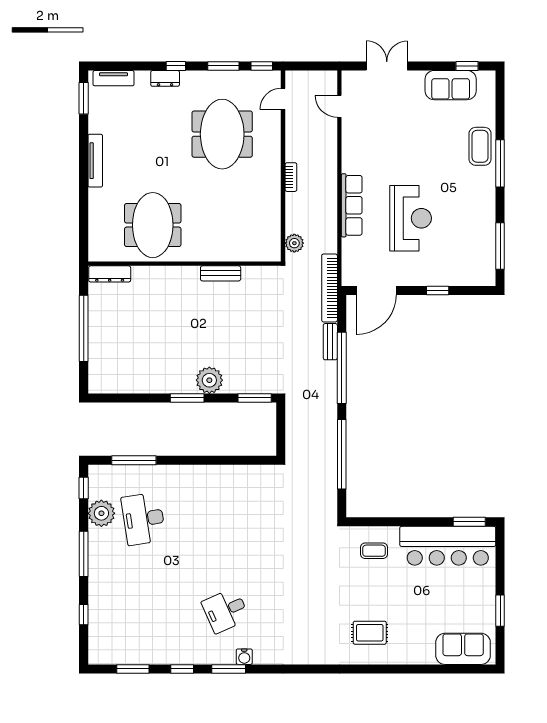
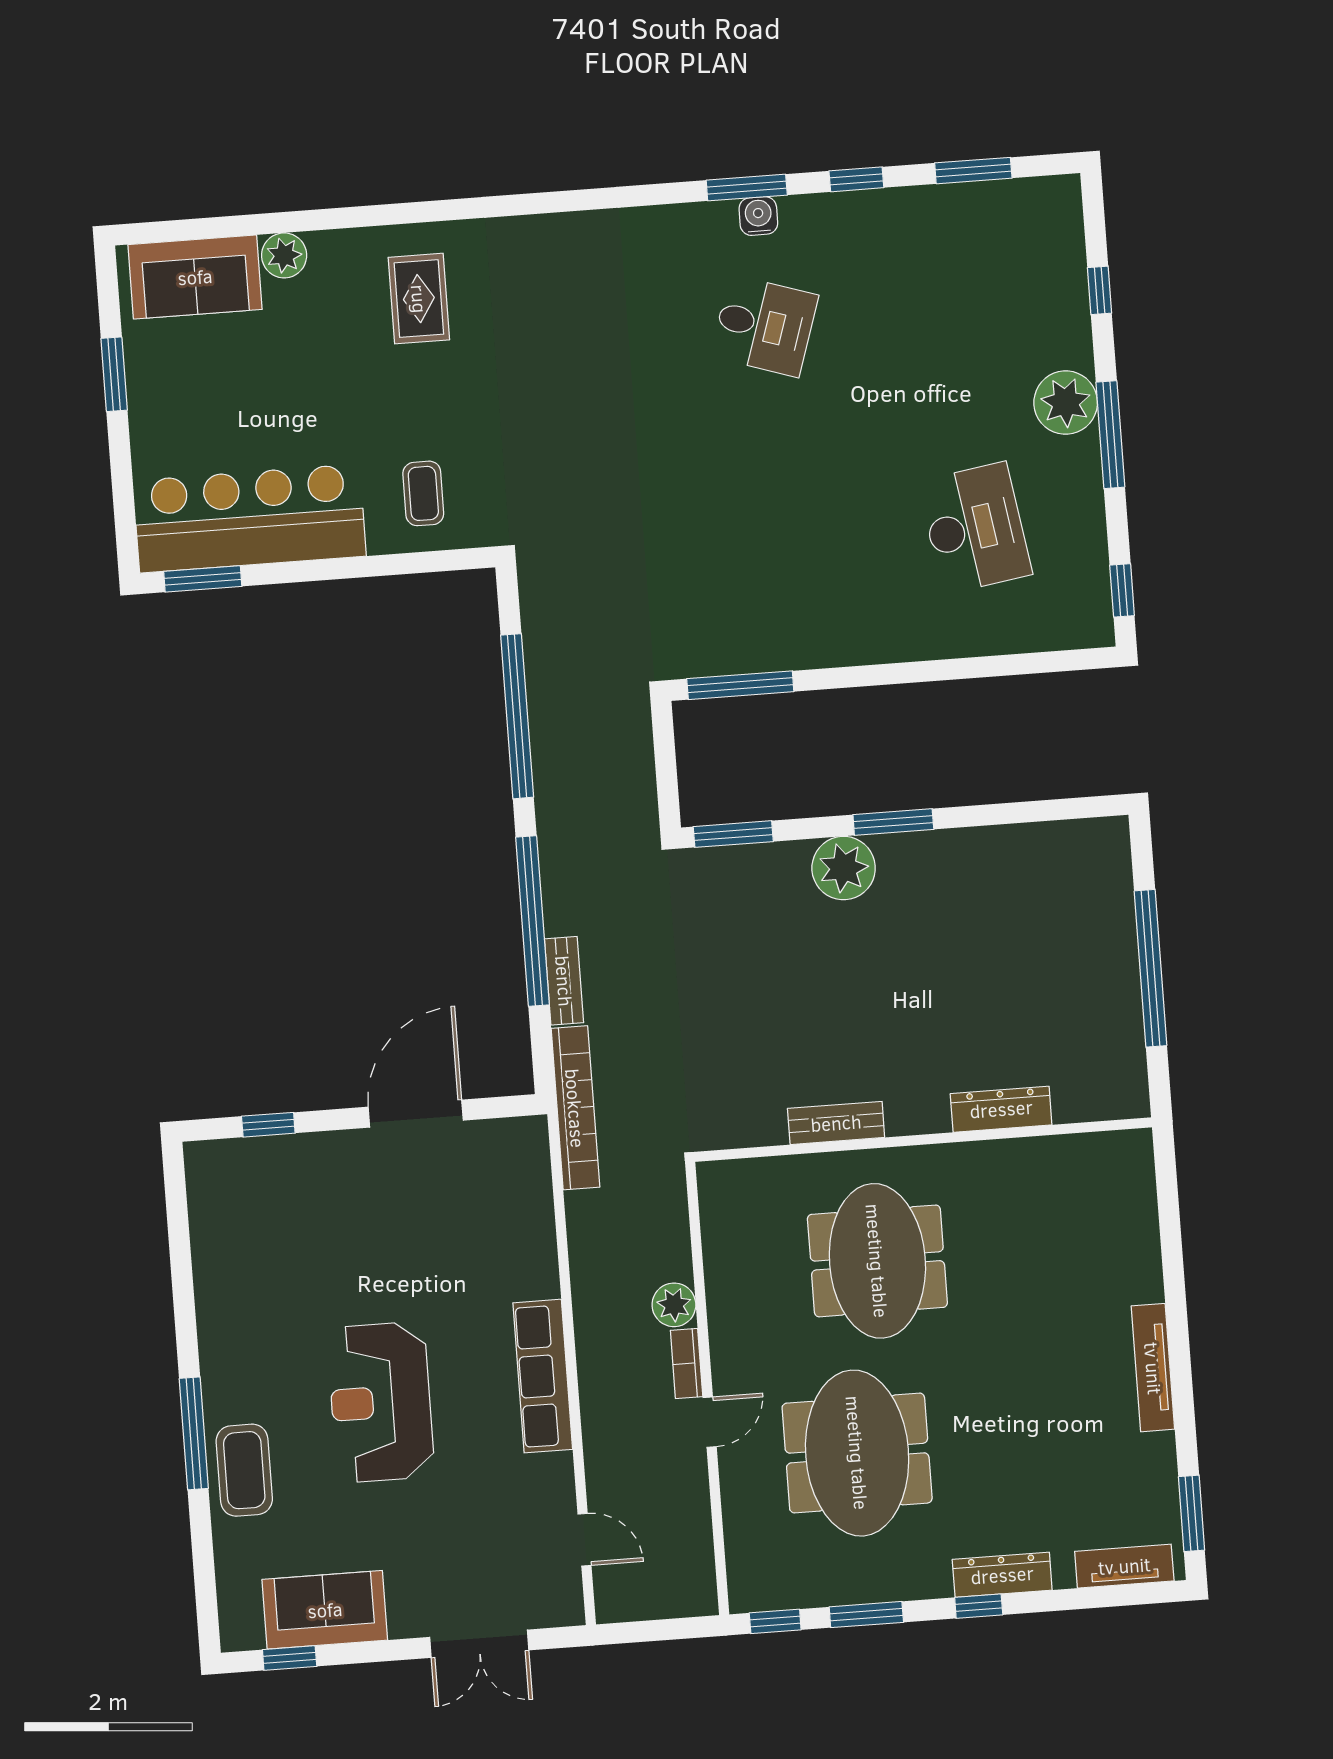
dresser: (165, 78) -> (1002, 1575), width x1.44
door: (283, 99) -> (710, 1422), moved
row of seats: (352, 205) -> (543, 1376), moved
reception desk: (411, 218) -> (381, 1402), moved
meeting table: (153, 225) -> (877, 1261), moved
plant: (294, 243) -> (674, 1305), moved
window: (500, 246) -> (179, 1238), removed
dresser: (110, 274) -> (1001, 1109), moved
door: (376, 291) -> (416, 1114), moved
window: (438, 291) -> (268, 1125), moved
window: (134, 460) -> (740, 685), moved
plant: (101, 513) -> (1066, 403), moved
coffee table: (374, 551) -> (423, 493), turned 90
desk: (225, 610) -> (764, 326), turned 42
rug: (370, 633) -> (419, 299), turned 90
plant: (425, 655) -> (284, 255), added
water cooler: (244, 657) -> (758, 216), moved

